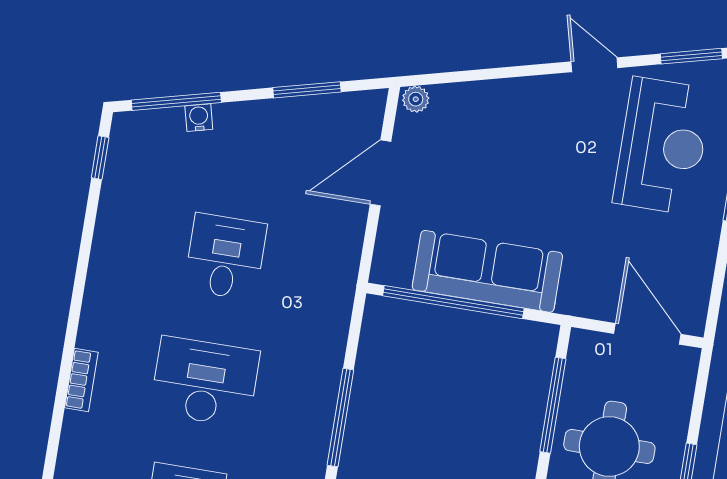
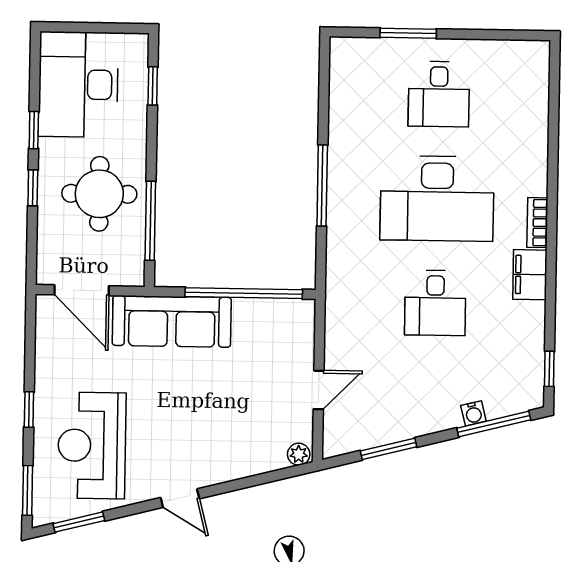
door: (594, 65) -> (180, 498), moved
door: (381, 173) -> (319, 390), width x0.73
sofa: (487, 271) -> (172, 321), moved
filing cabinet: (107, 274) -> (530, 275), added
bookcase: (81, 380) -> (537, 223), moved
desk: (205, 382) -> (437, 199), width x1.36, depth x1.30

